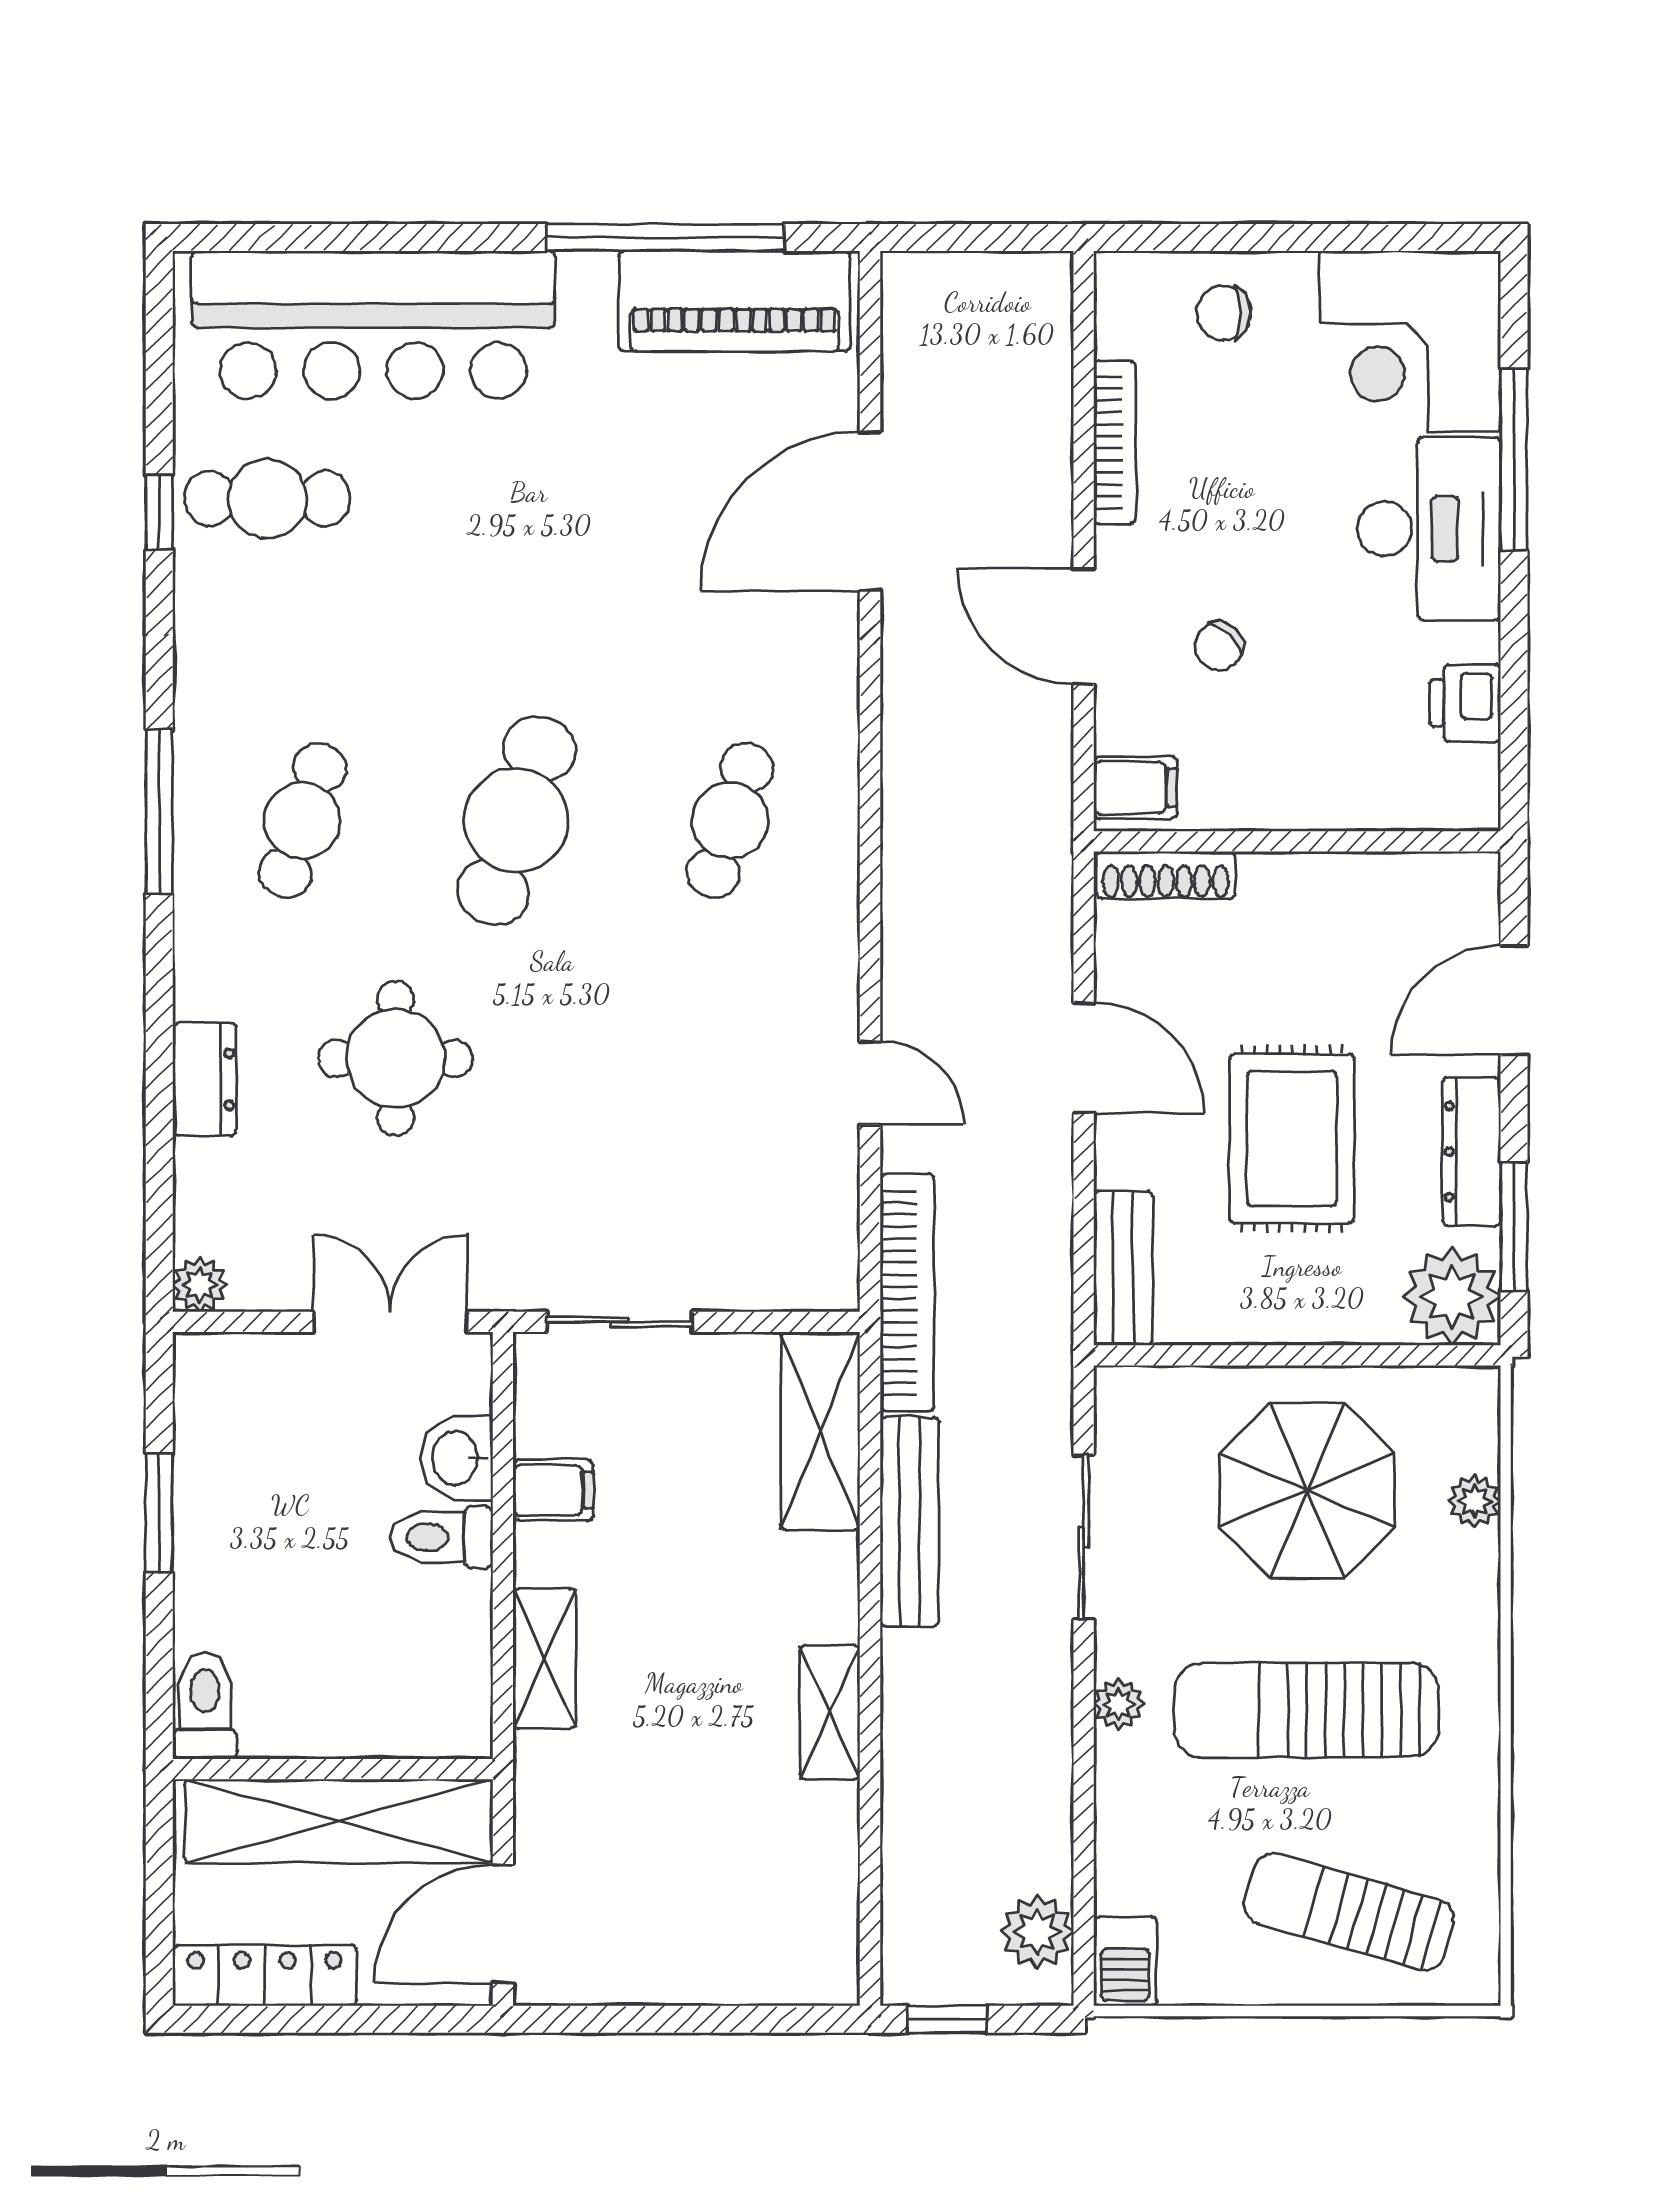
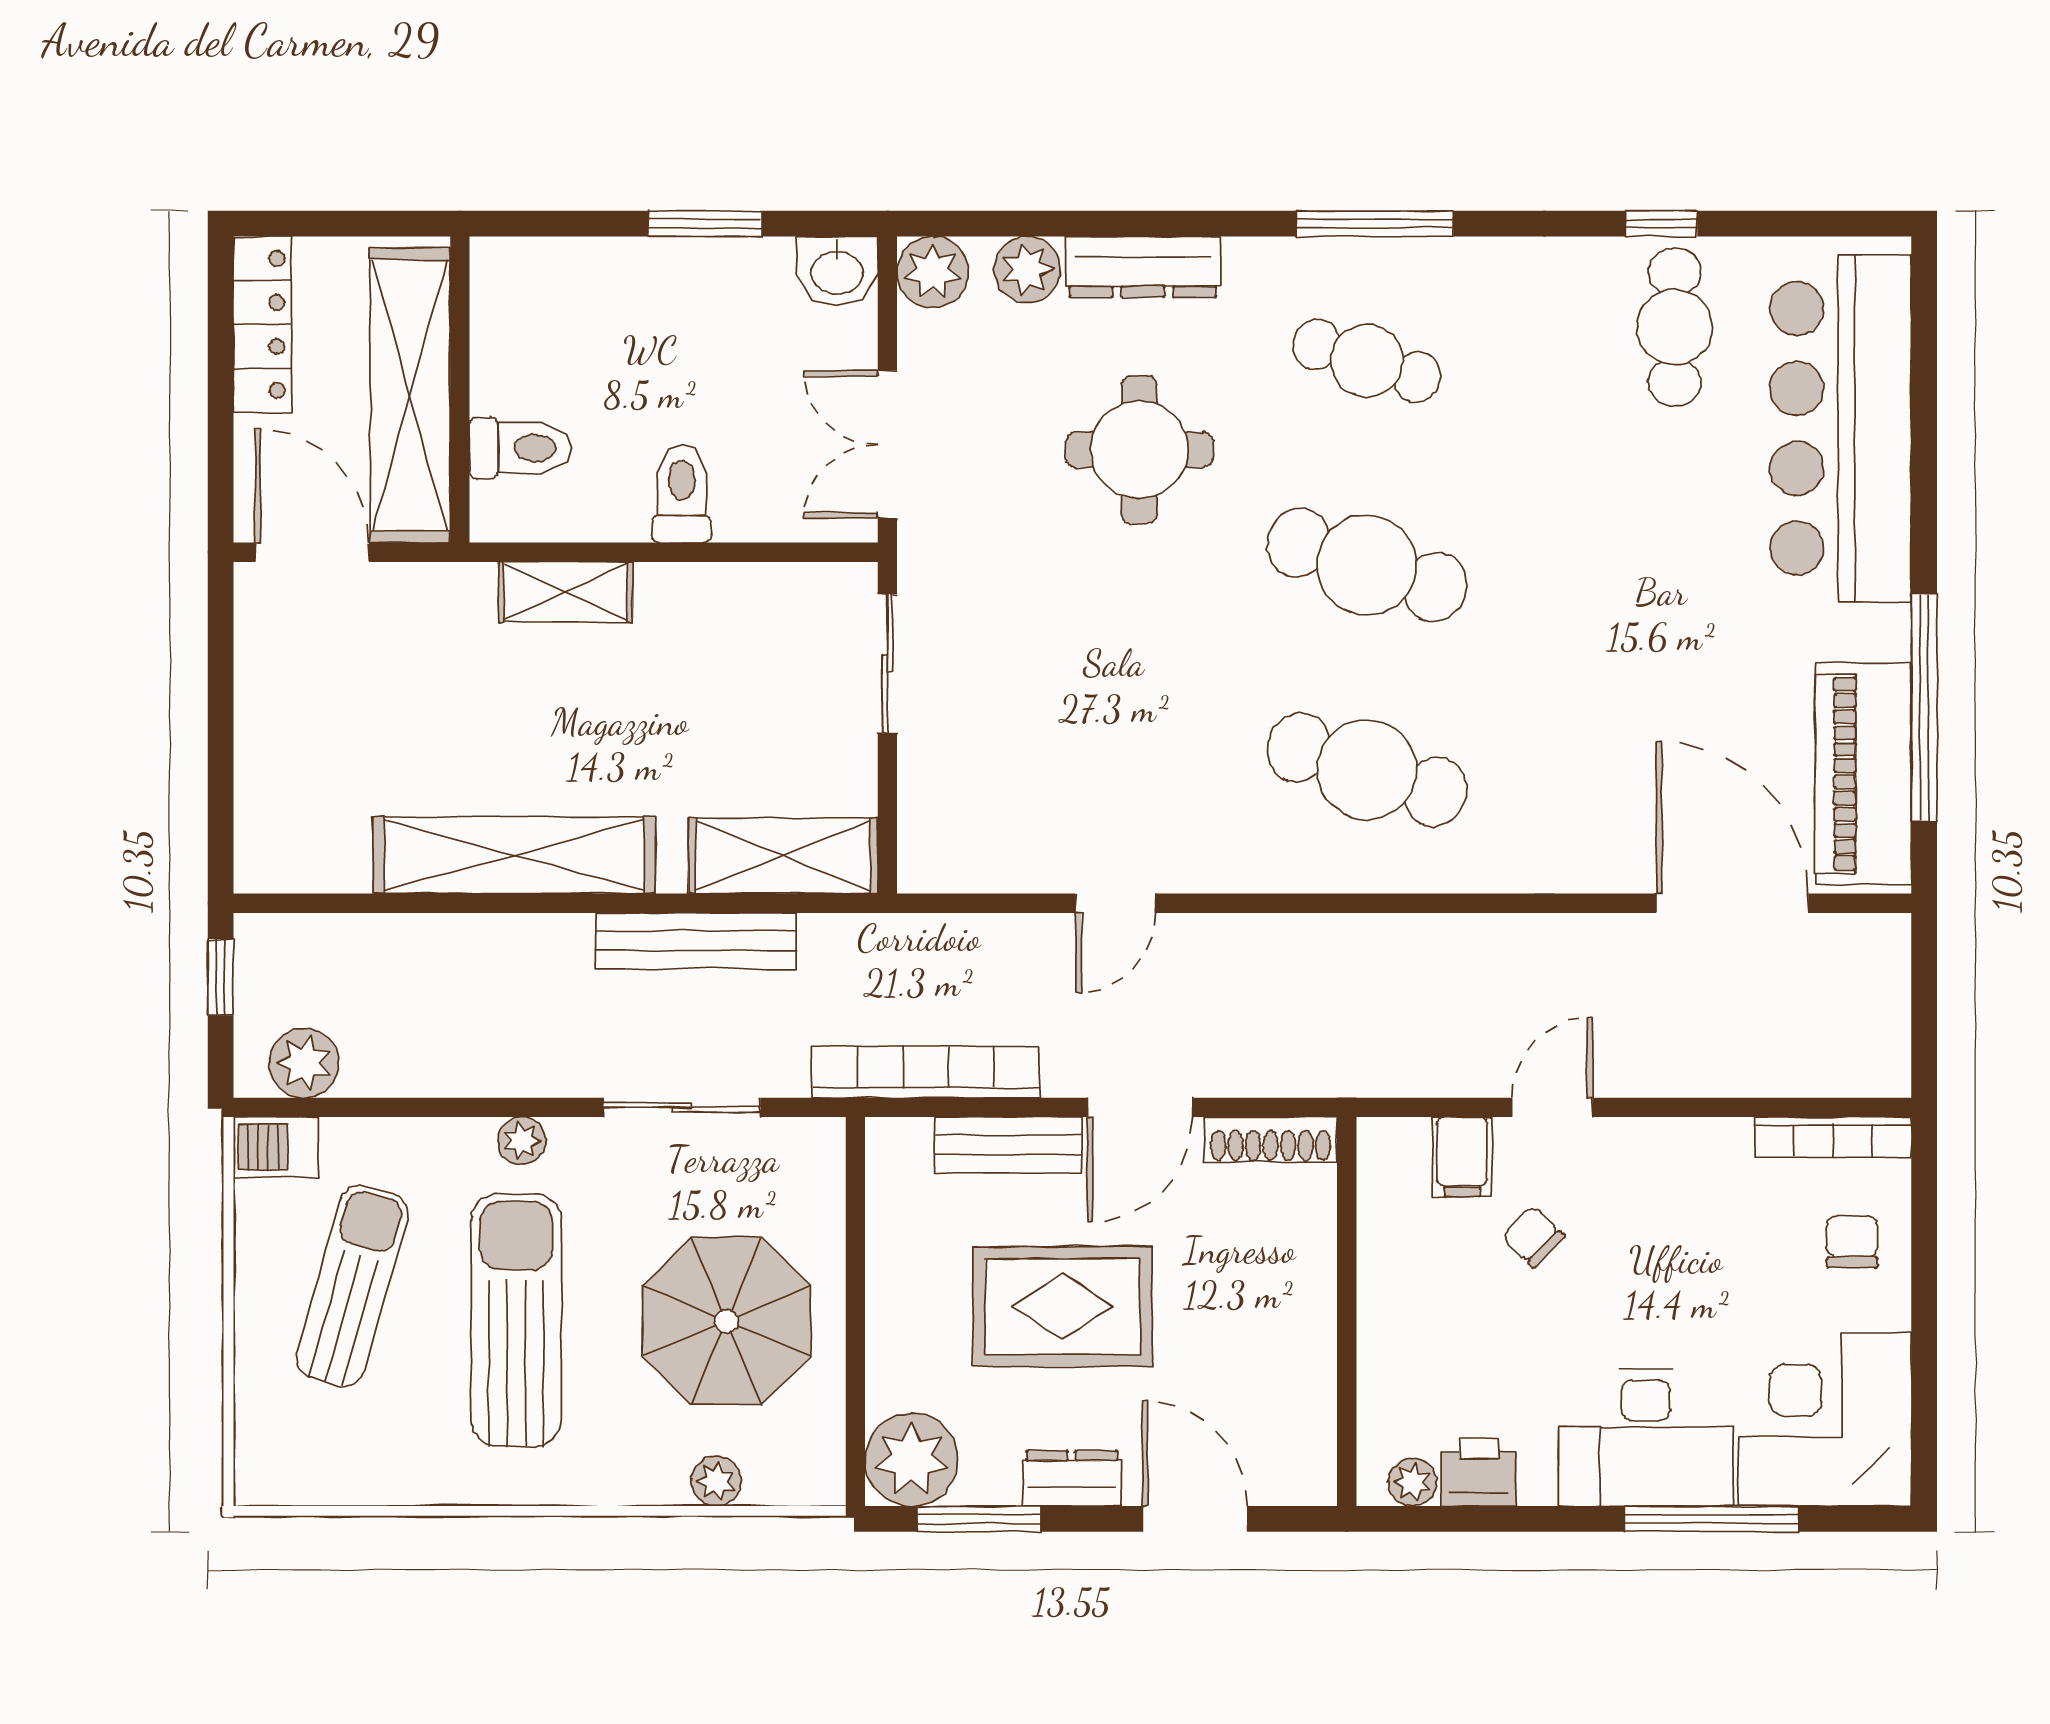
bookcase: (1115, 442) -> (1833, 1137), moved
door: (870, 511) -> (1732, 903), moved
door: (1084, 626) -> (1552, 1107), width x0.73
plant: (1476, 773) -> (1412, 1482), added
filing cabinet: (1135, 787) -> (1462, 1157), moved
cafe table: (730, 820) -> (1367, 770), width x1.37, depth x1.35
shoe rack: (1166, 875) -> (1271, 1140), moved, turned -90
dresser: (204, 1079) -> (1143, 267), width x1.44
dresser: (1472, 1152) -> (1072, 1478), width x0.70
plant: (207, 1176) -> (1027, 269), added
bench: (1123, 1268) -> (1008, 1145), moved
plant: (200, 1285) -> (933, 272), width x1.38, depth x1.38
bookcase: (907, 1293) -> (926, 1072), moved, turned 180
double door: (390, 1322) -> (887, 444), swing flipped
washbasin: (457, 1458) -> (837, 271), moved, turned 180
filing cabinet: (553, 1490) -> (726, 600), removed
toilet: (205, 1706) -> (521, 448), moved
shelving: (830, 1712) -> (514, 855), width x2.20, depth x1.33
sun lounger: (1349, 1912) -> (352, 1286), moved

